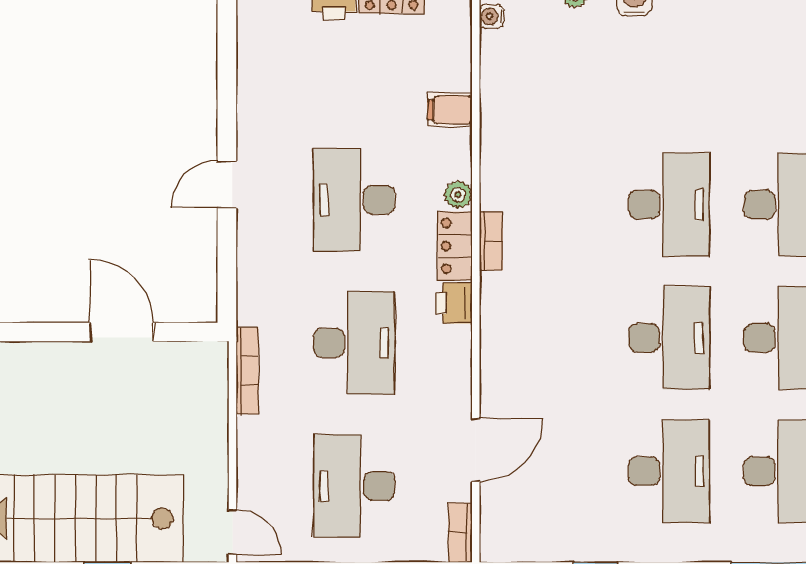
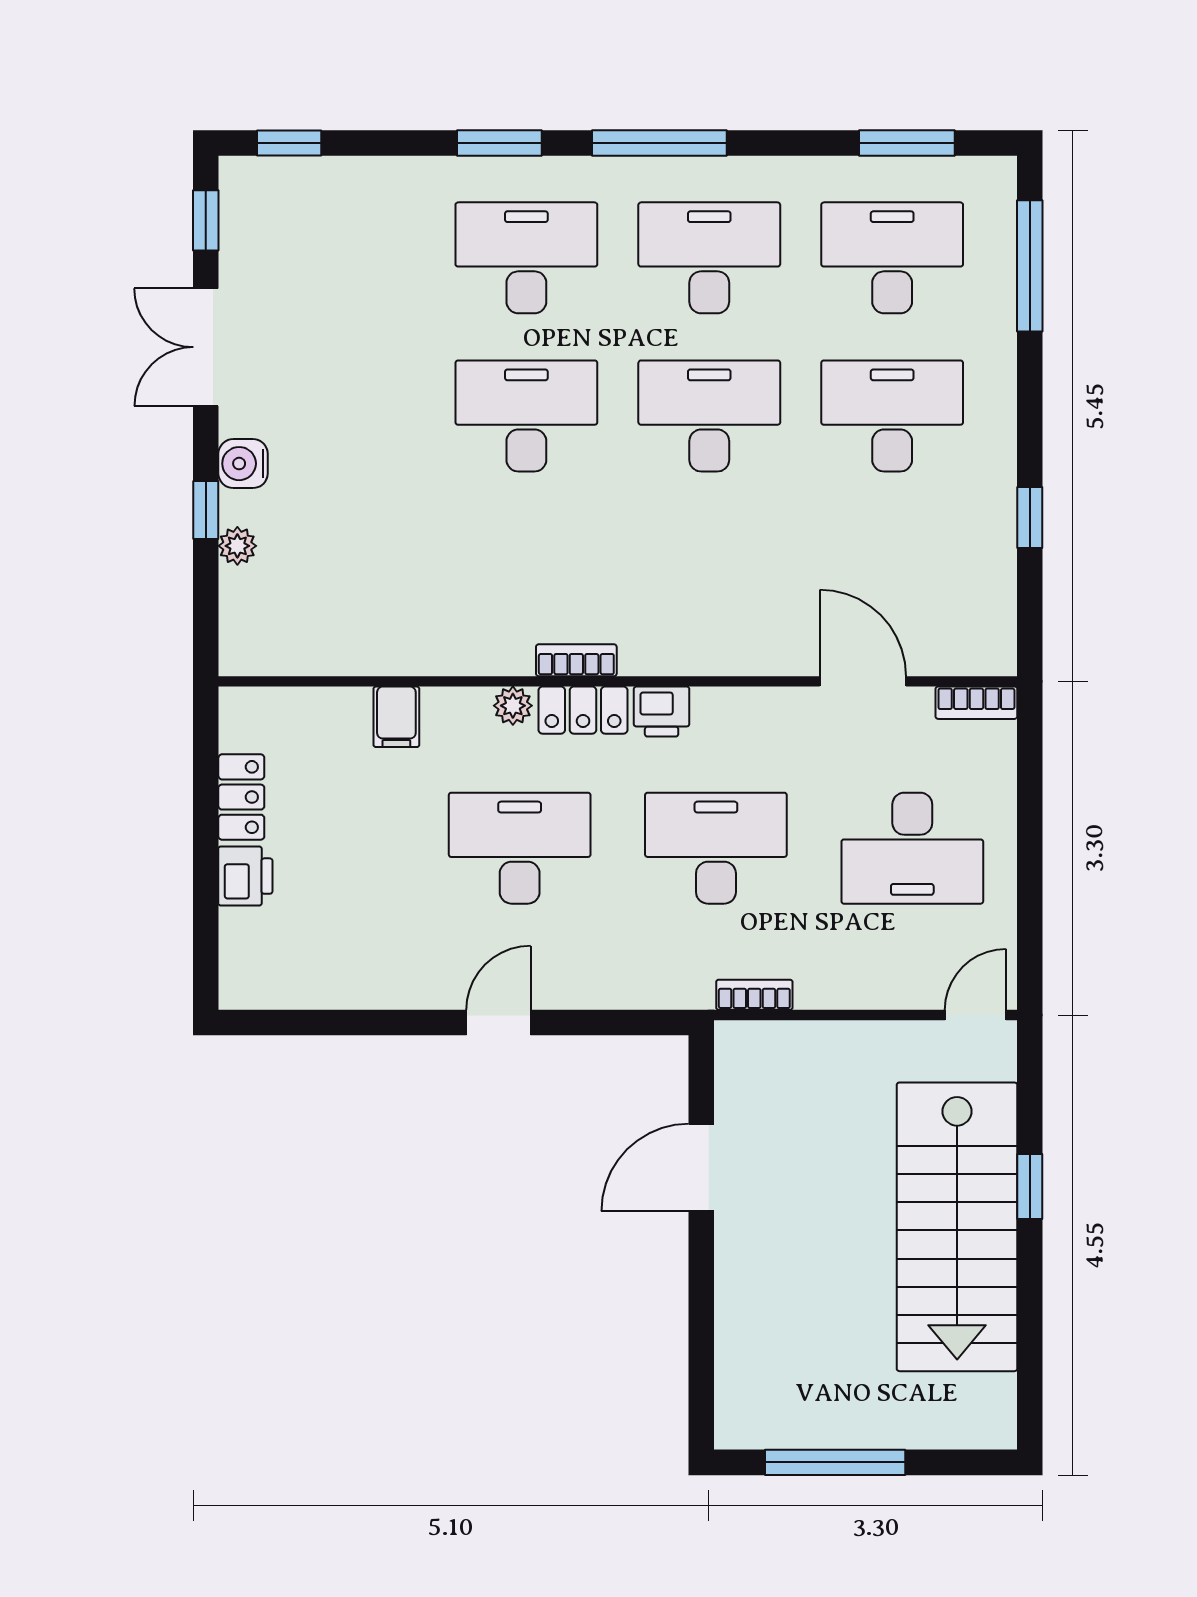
water cooler: (491, 16) -> (268, 660), removed
door: (227, 184) -> (499, 1023), swing flipped
desk: (354, 200) -> (520, 848), turned 180
bookcase: (247, 371) -> (754, 995), width x0.64

